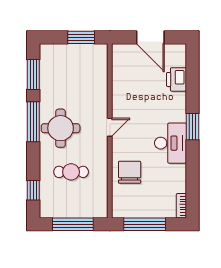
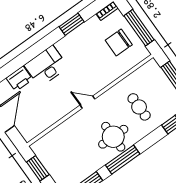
window: (192, 127) -> (72, 24), moved
desk: (170, 143) -> (46, 66), moved
chair: (130, 172) -> (119, 42), moved

